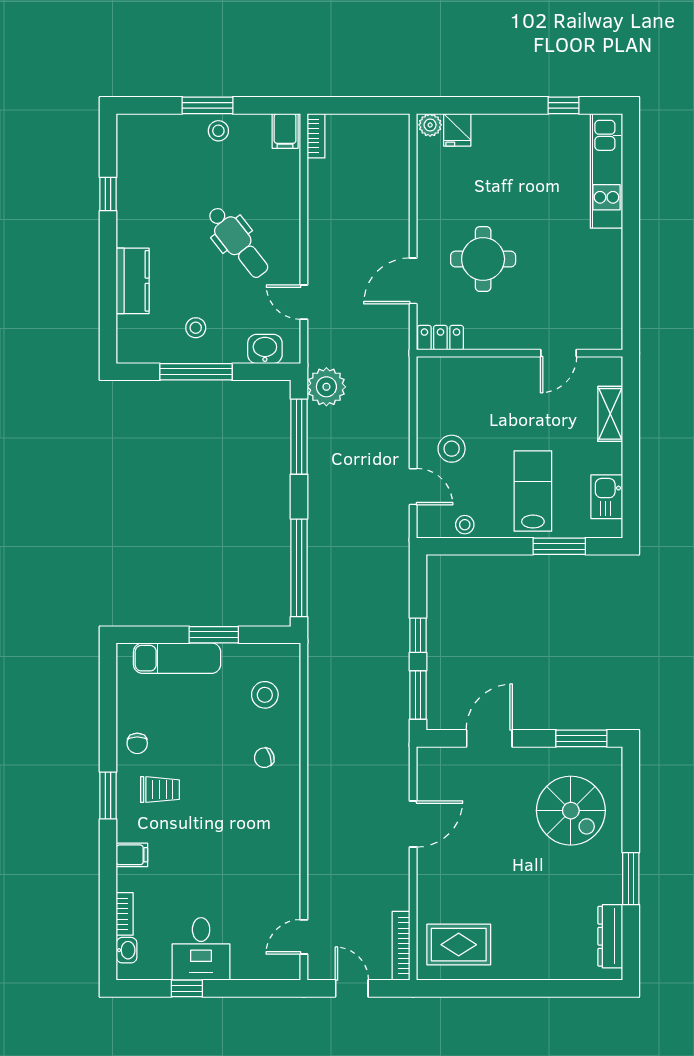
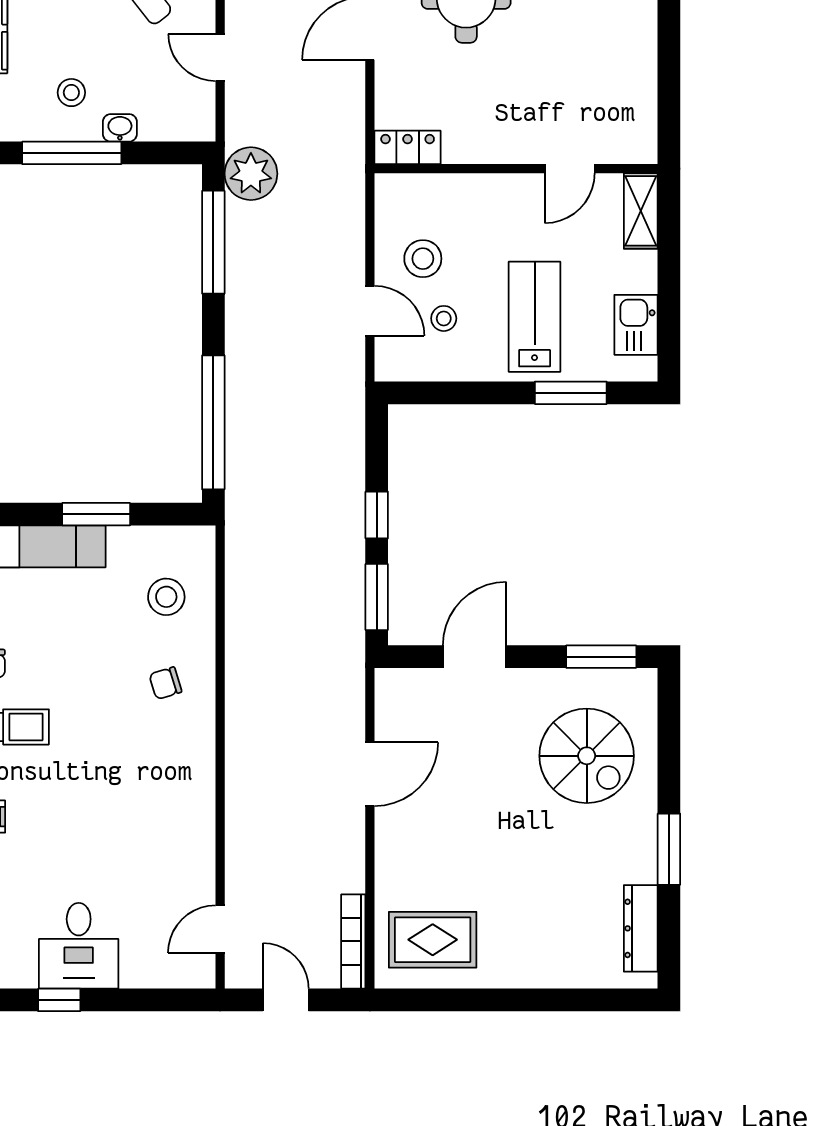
locker: (440, 338) -> (408, 147), moved
washbasin: (265, 349) -> (120, 128), moved, width x0.72, depth x0.69
wall: (519, 353) -> (516, 169), moved
door: (559, 353) -> (570, 169), moved
stool: (465, 525) -> (444, 318), moved

